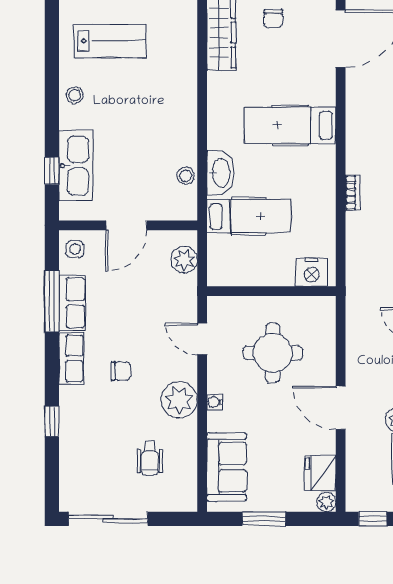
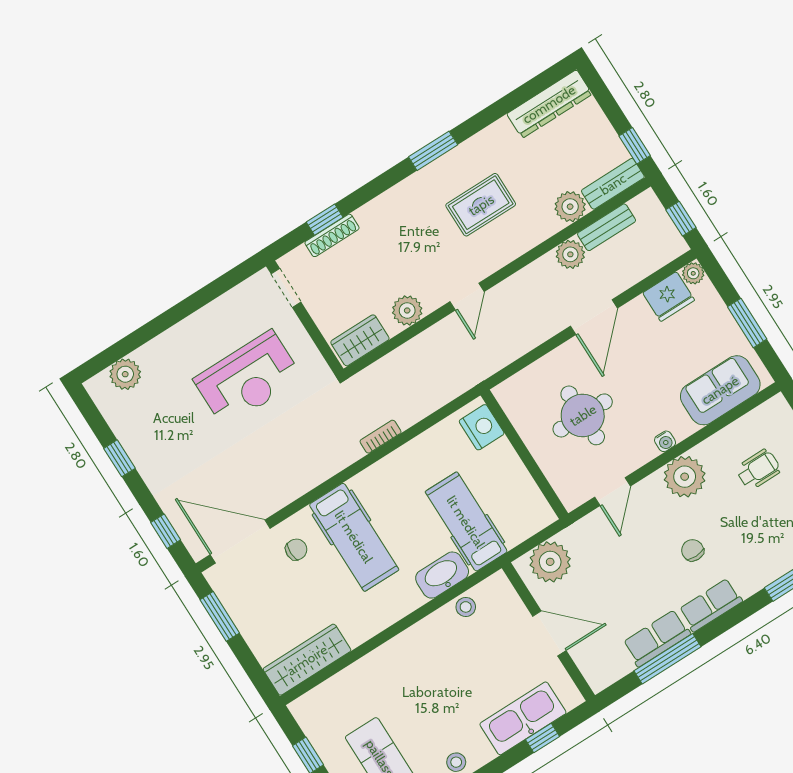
chair: (273, 19) -> (296, 549), moved
side table: (75, 249) -> (604, 668), removed
plant: (184, 260) -> (550, 562), width x1.36, depth x1.36

